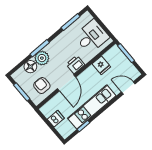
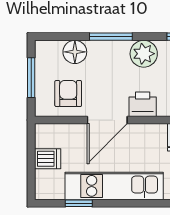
plant: (42, 58) -> (144, 54), moved

